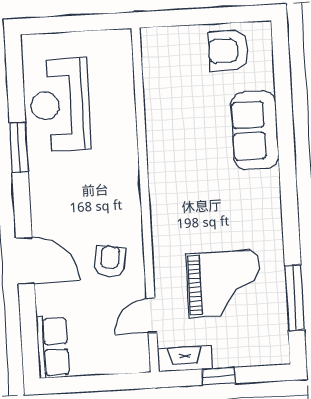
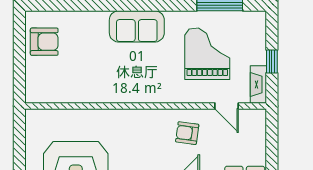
armchair: (229, 50) -> (44, 42), turned -90
sofa: (255, 130) -> (137, 26), moved

